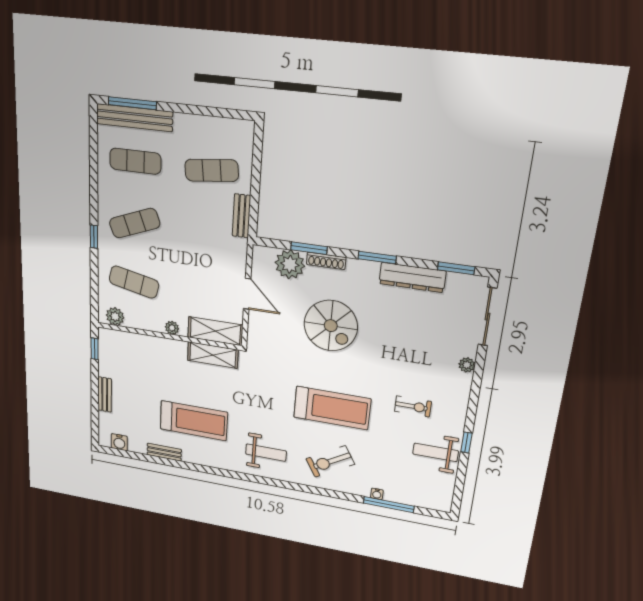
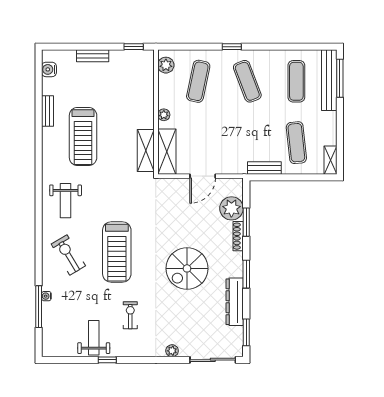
shelving: (236, 127) -> (330, 160), added
spiral stairs: (331, 326) -> (187, 268), moved
exercise bike: (413, 406) -> (130, 315), turned 180

